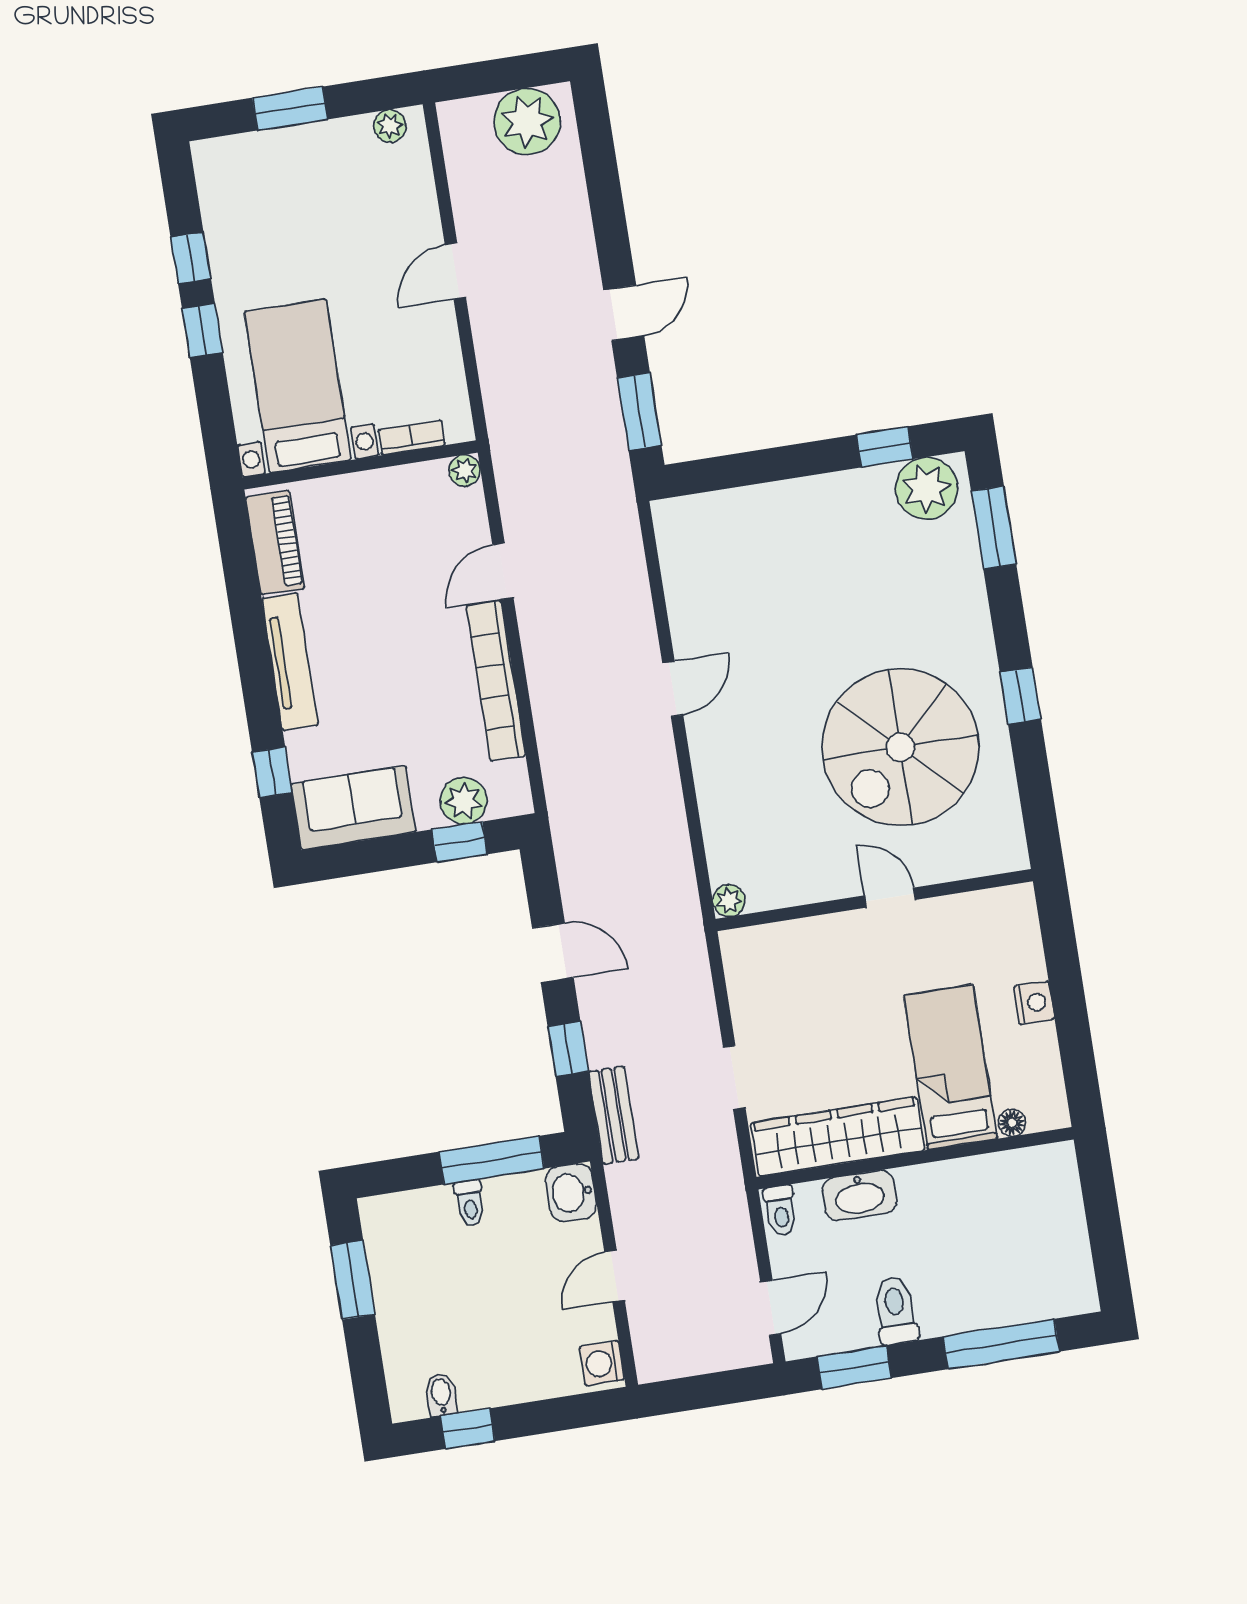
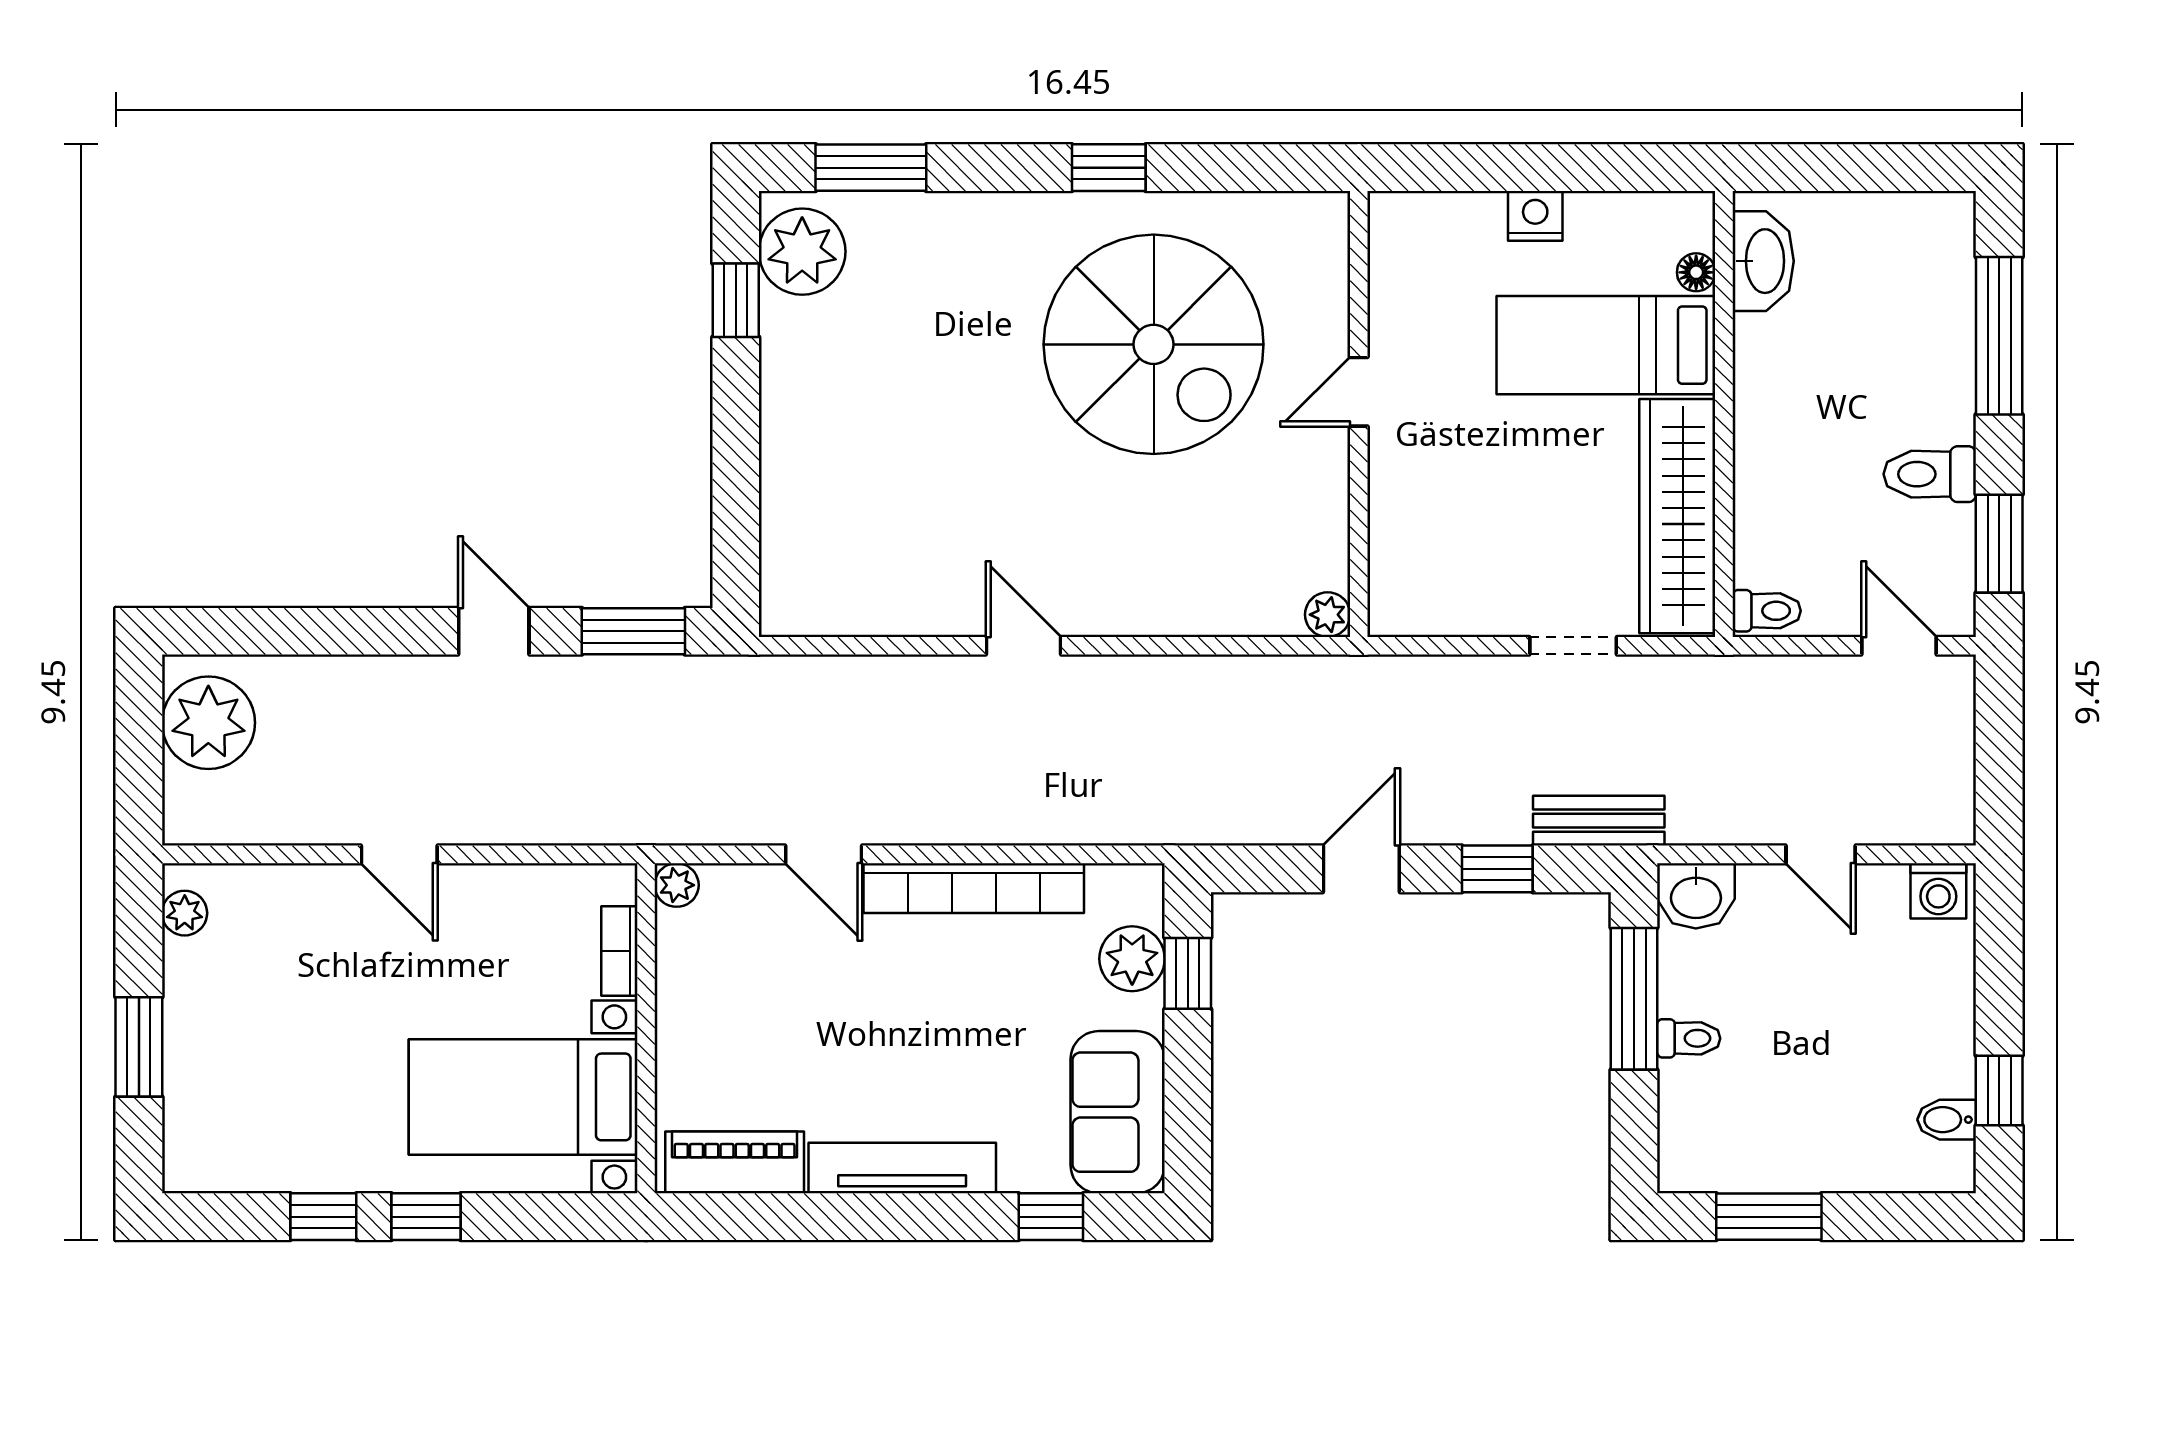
washbasin: (860, 1195) -> (1763, 261), moved

